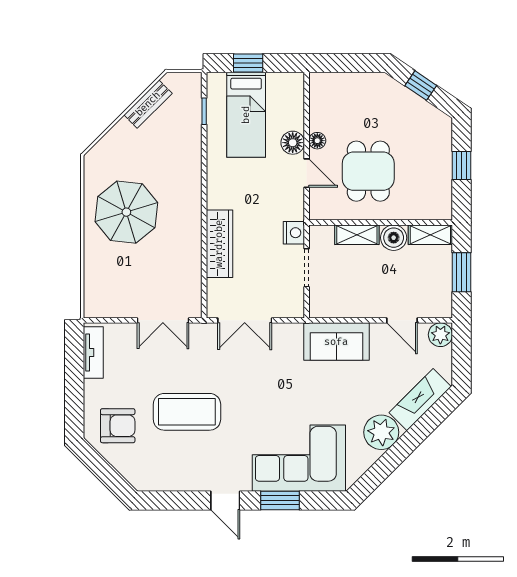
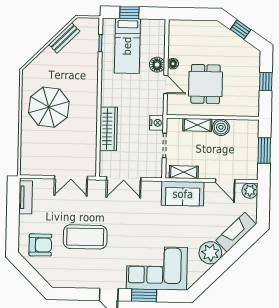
shelving: (430, 235) -> (184, 172), moved

